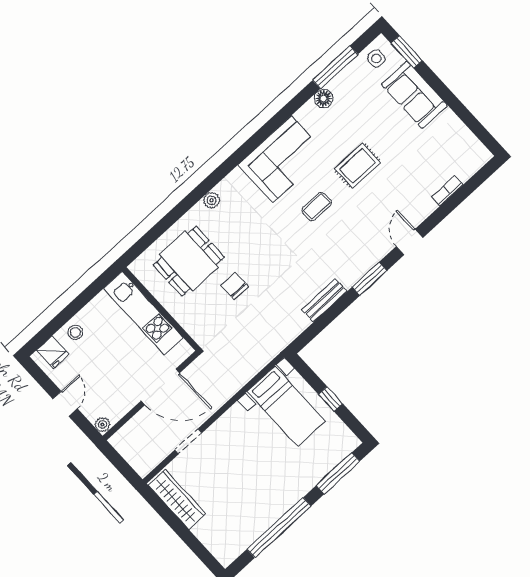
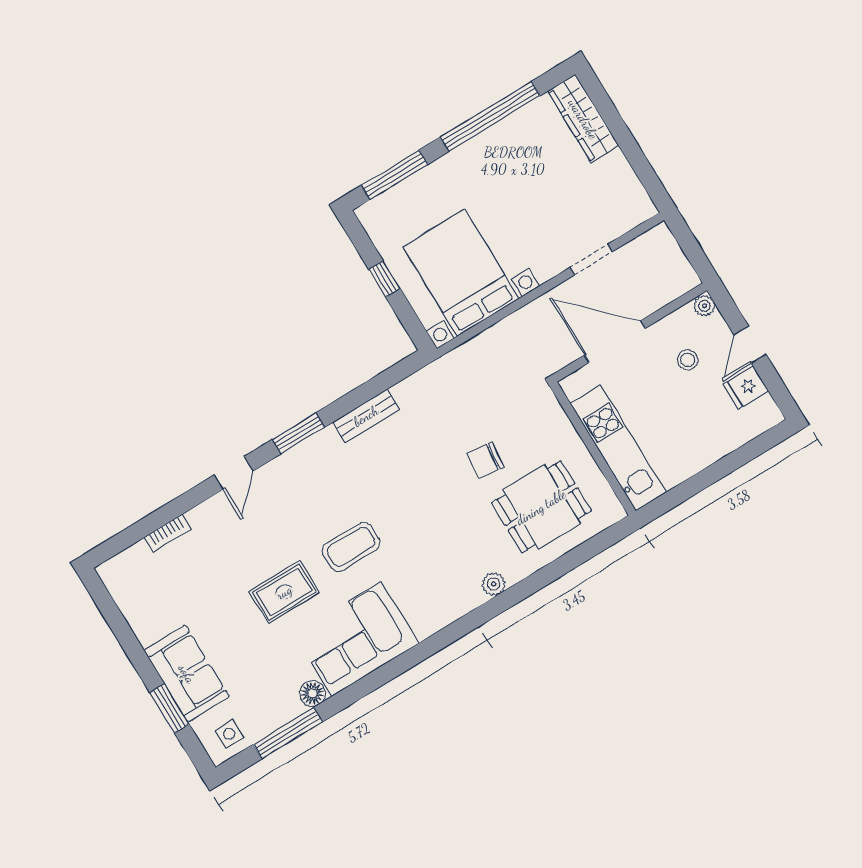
window: (407, 52) -> (169, 708), moved
corner sofa: (282, 159) -> (357, 639), moved
coffee table: (317, 207) -> (351, 547), width x1.36, depth x1.30
chair: (235, 286) -> (485, 460), turned 96
stool: (75, 332) -> (688, 360), moved
fridge: (53, 352) -> (746, 388), moved, turned -90
bed with nightstands: (286, 406) -> (461, 273), width x1.36
wardrobe: (177, 500) -> (583, 119), moved

